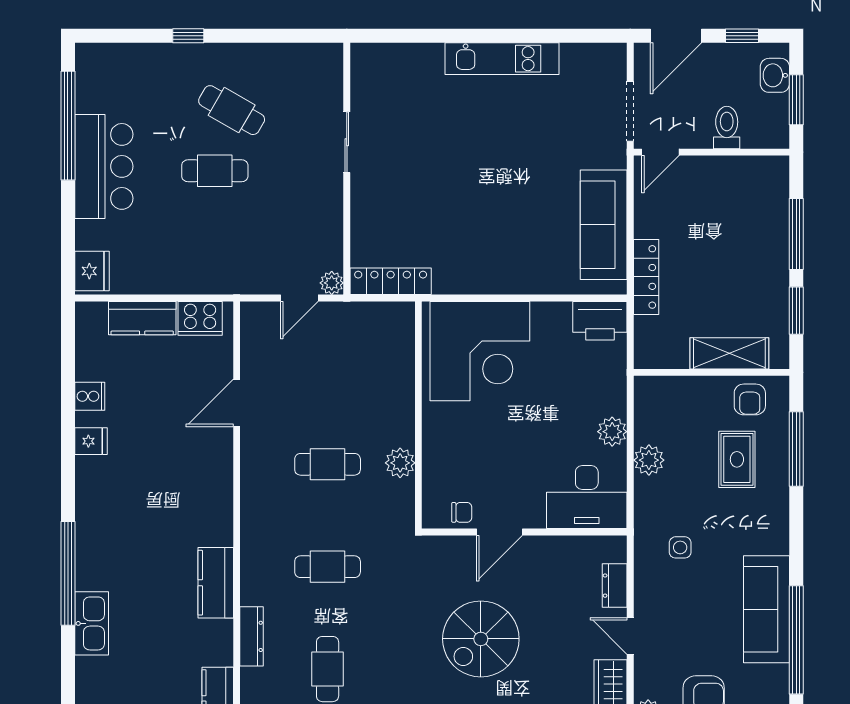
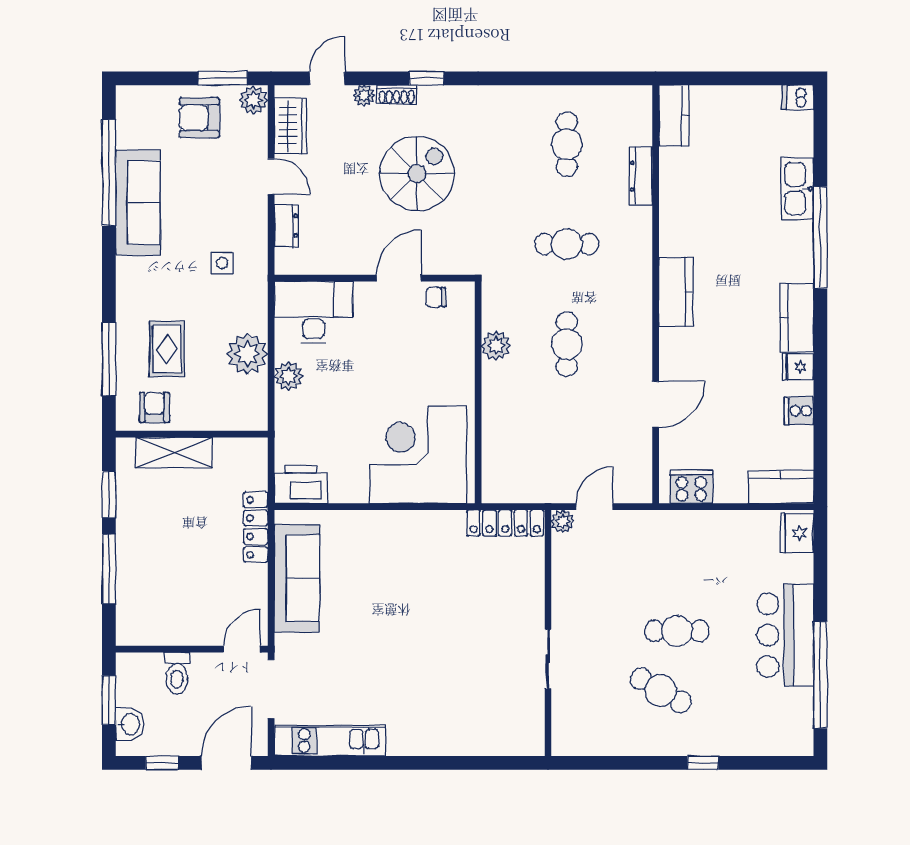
kitchen unit: (502, 59) -> (330, 741), moved
kitchen counter: (142, 318) -> (781, 487), moved
plant: (649, 460) -> (247, 354), width x1.36, depth x1.36
cafe table: (328, 464) -> (567, 344), turned 90
kitchen counter: (92, 491) -> (797, 318), added
kitchen counter: (216, 583) -> (676, 292), moved

